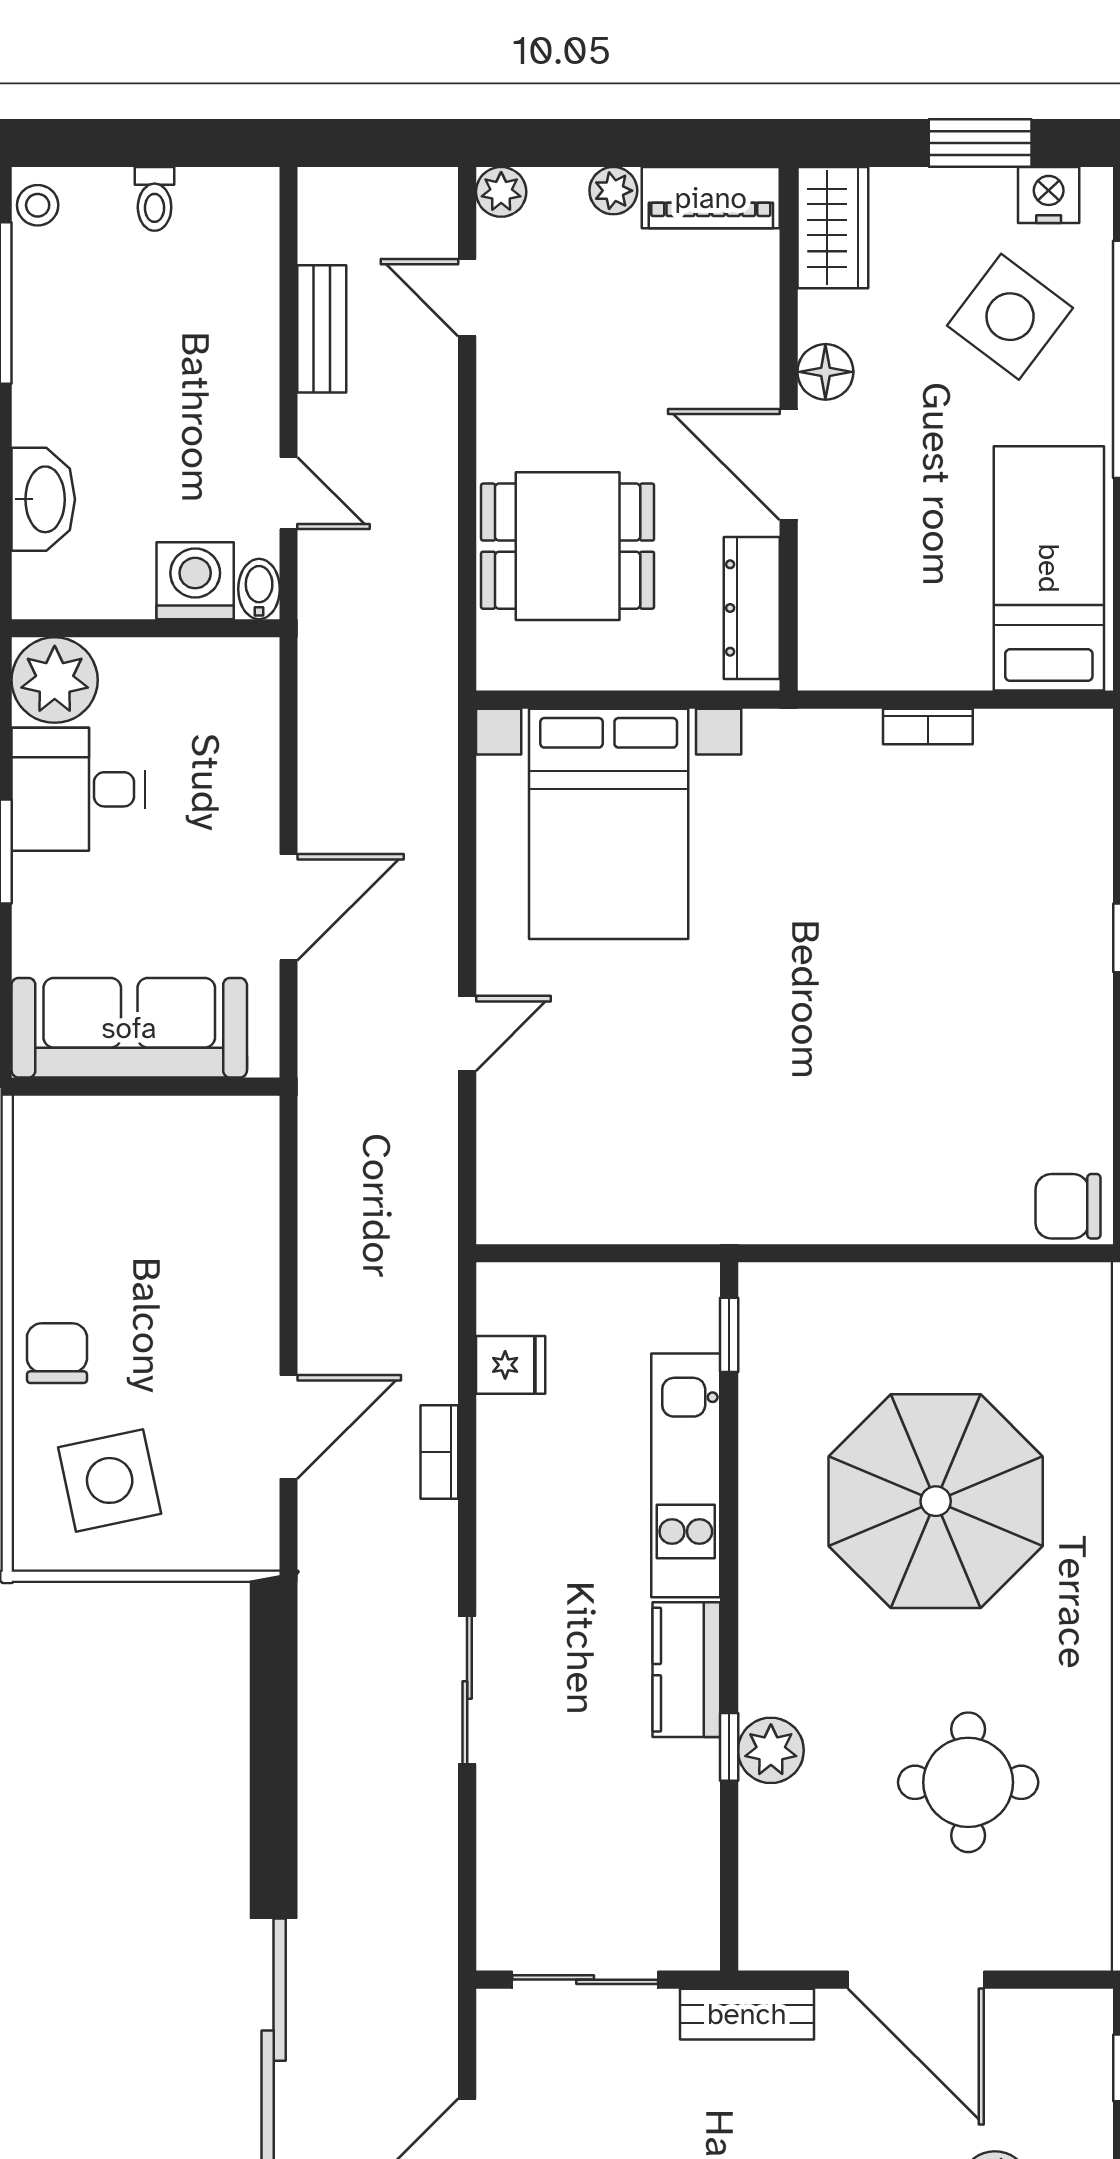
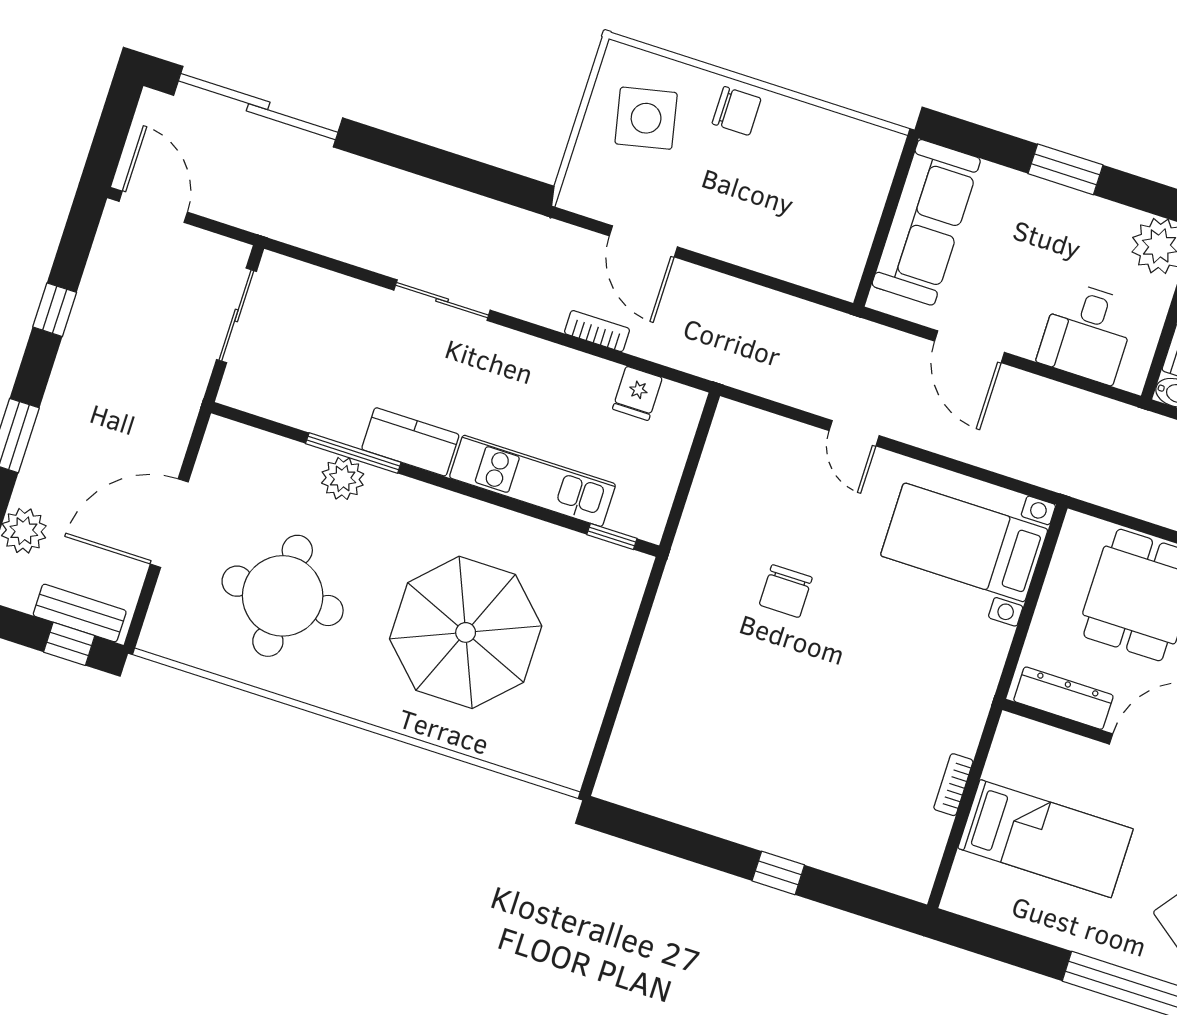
bed: (1049, 568) -> (1045, 839), moved
desk: (78, 789) -> (1087, 332), moved, turned 180
bed with nightstands: (609, 824) -> (964, 542), width x0.73
chair: (1068, 1206) -> (786, 591), moved, turned 180
window: (729, 1747) -> (353, 453), width x2.17
round table: (968, 1782) -> (283, 596), width x1.36, depth x1.36
bench: (747, 2014) -> (80, 613), moved, turned 90

